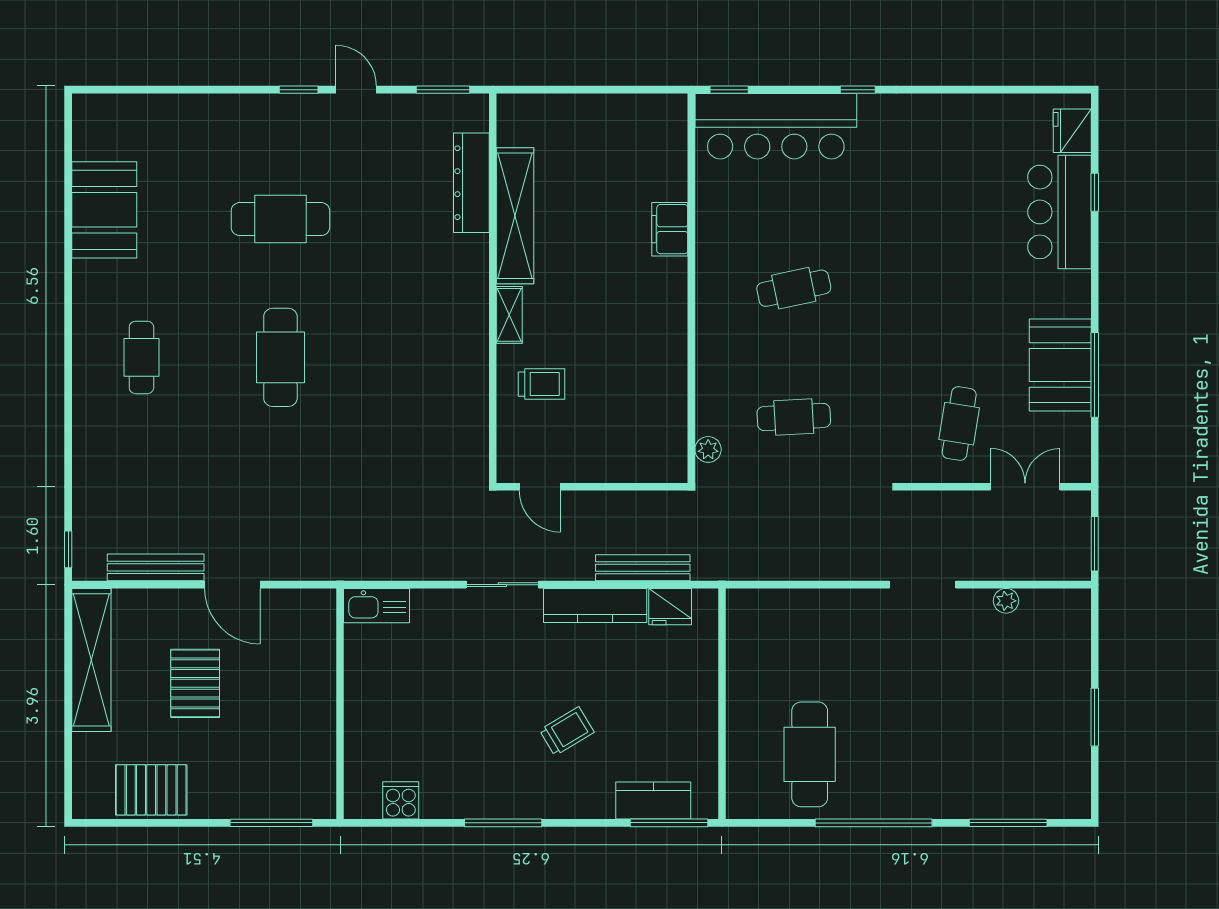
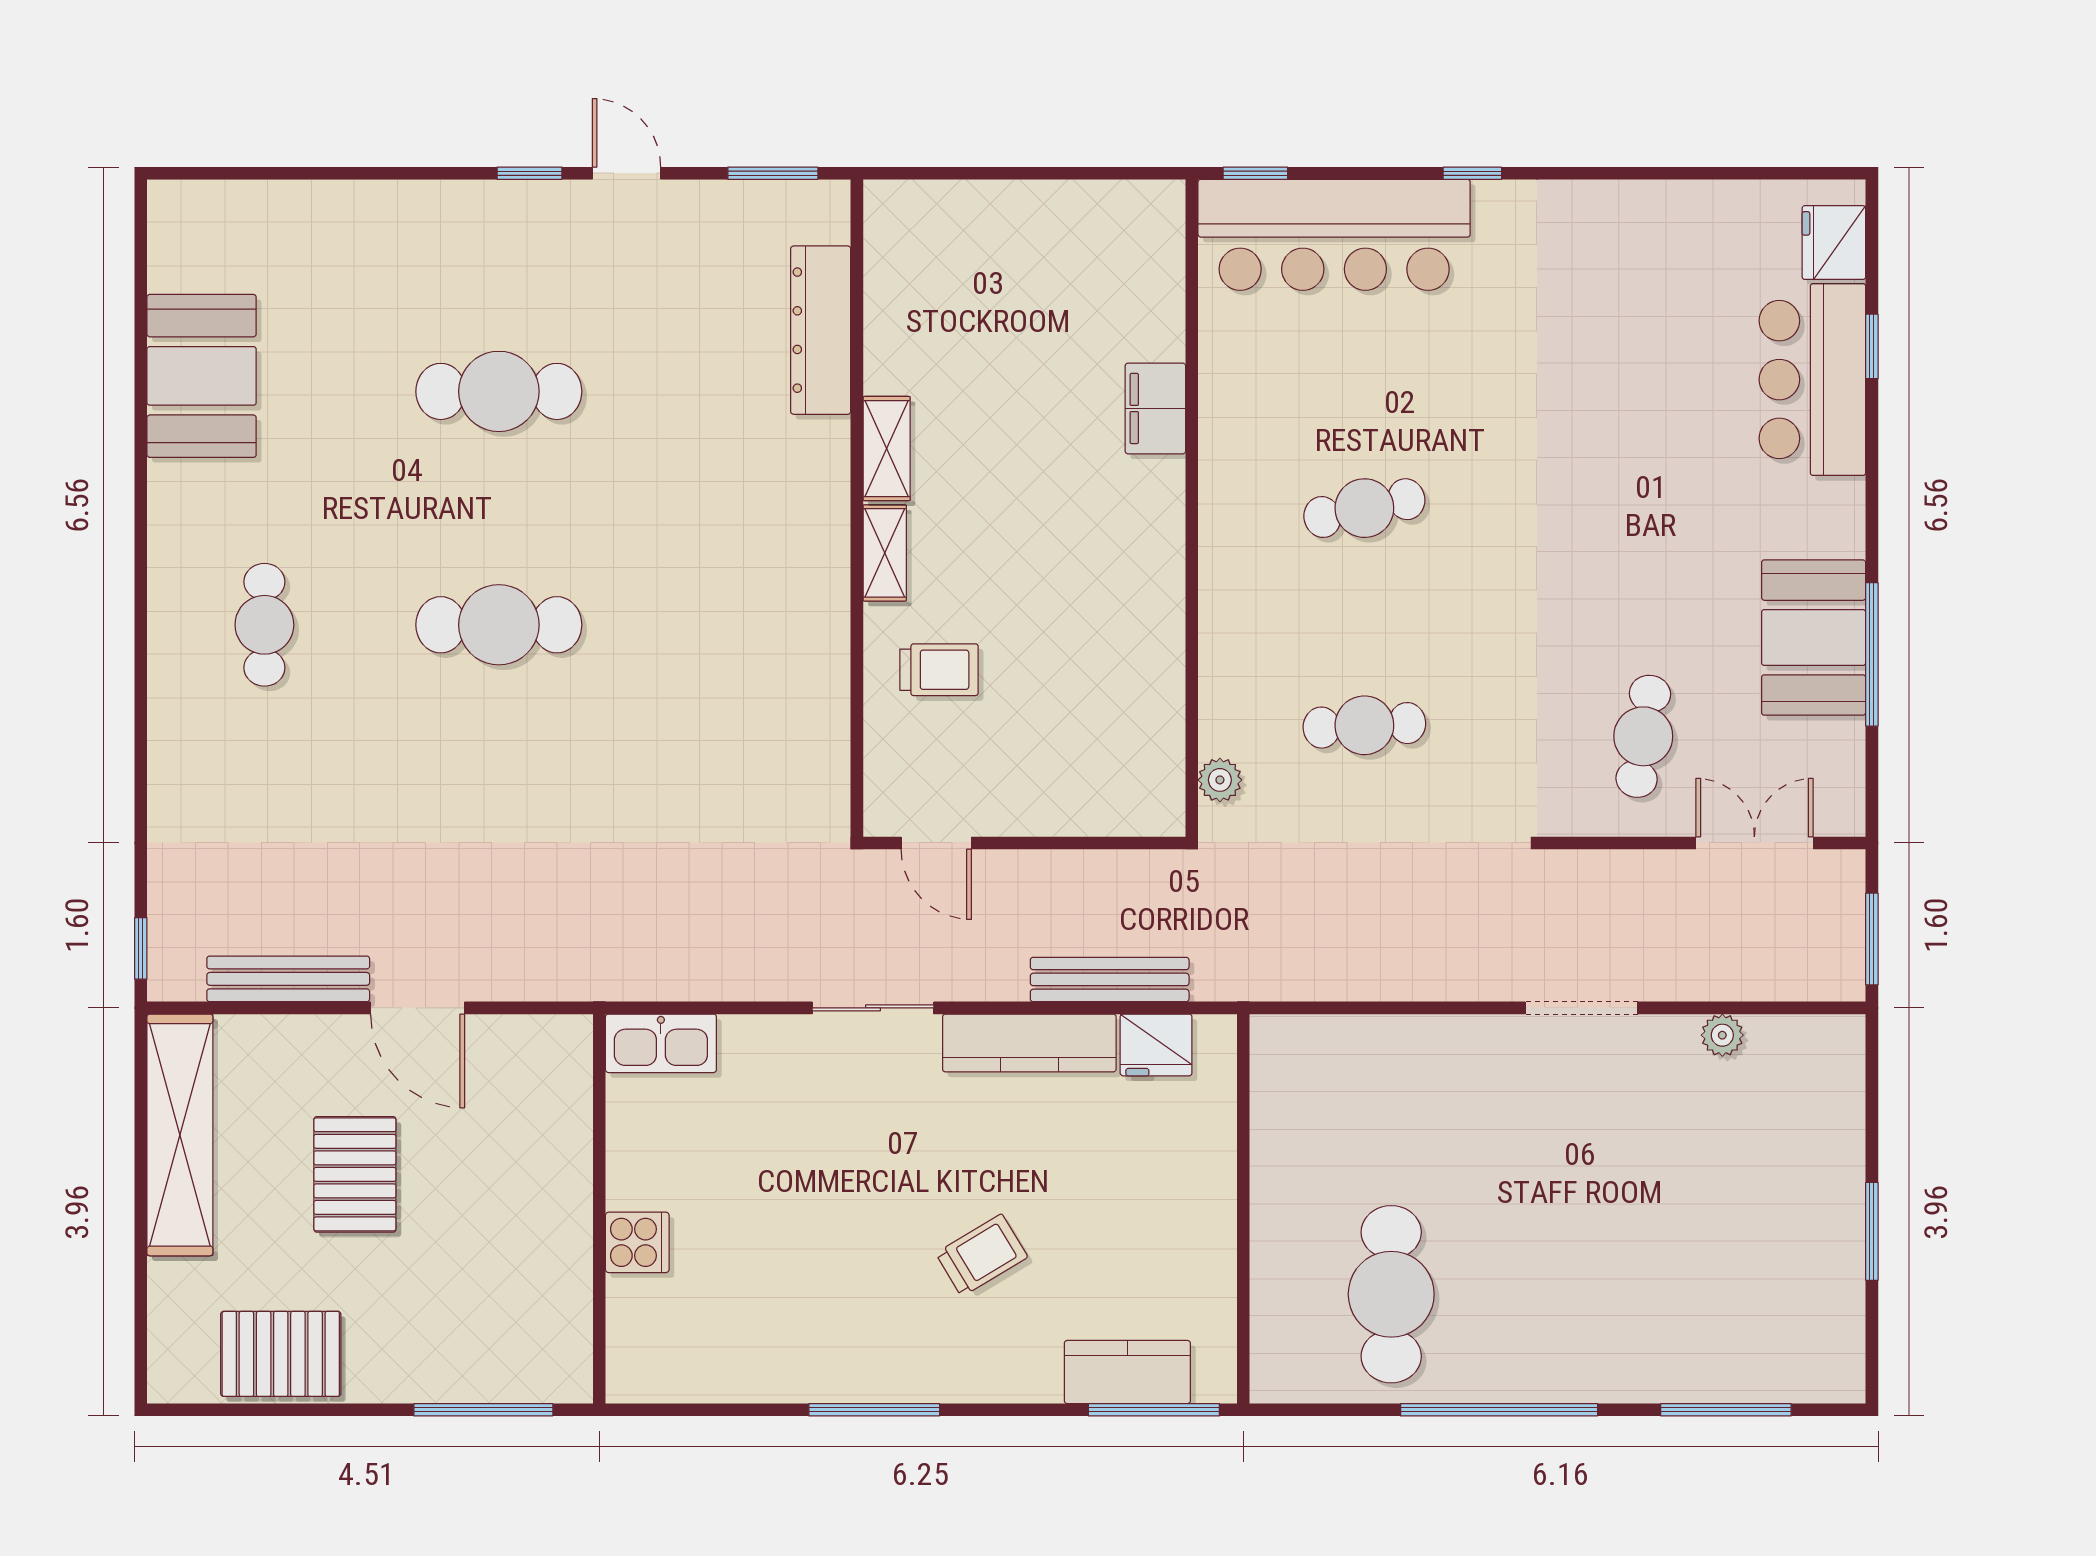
shelving: (515, 216) -> (887, 449), width x0.45, depth x0.75
cafe table: (280, 357) -> (499, 625), turned 90
cooker: (401, 800) -> (637, 1242), moved, turned 90

